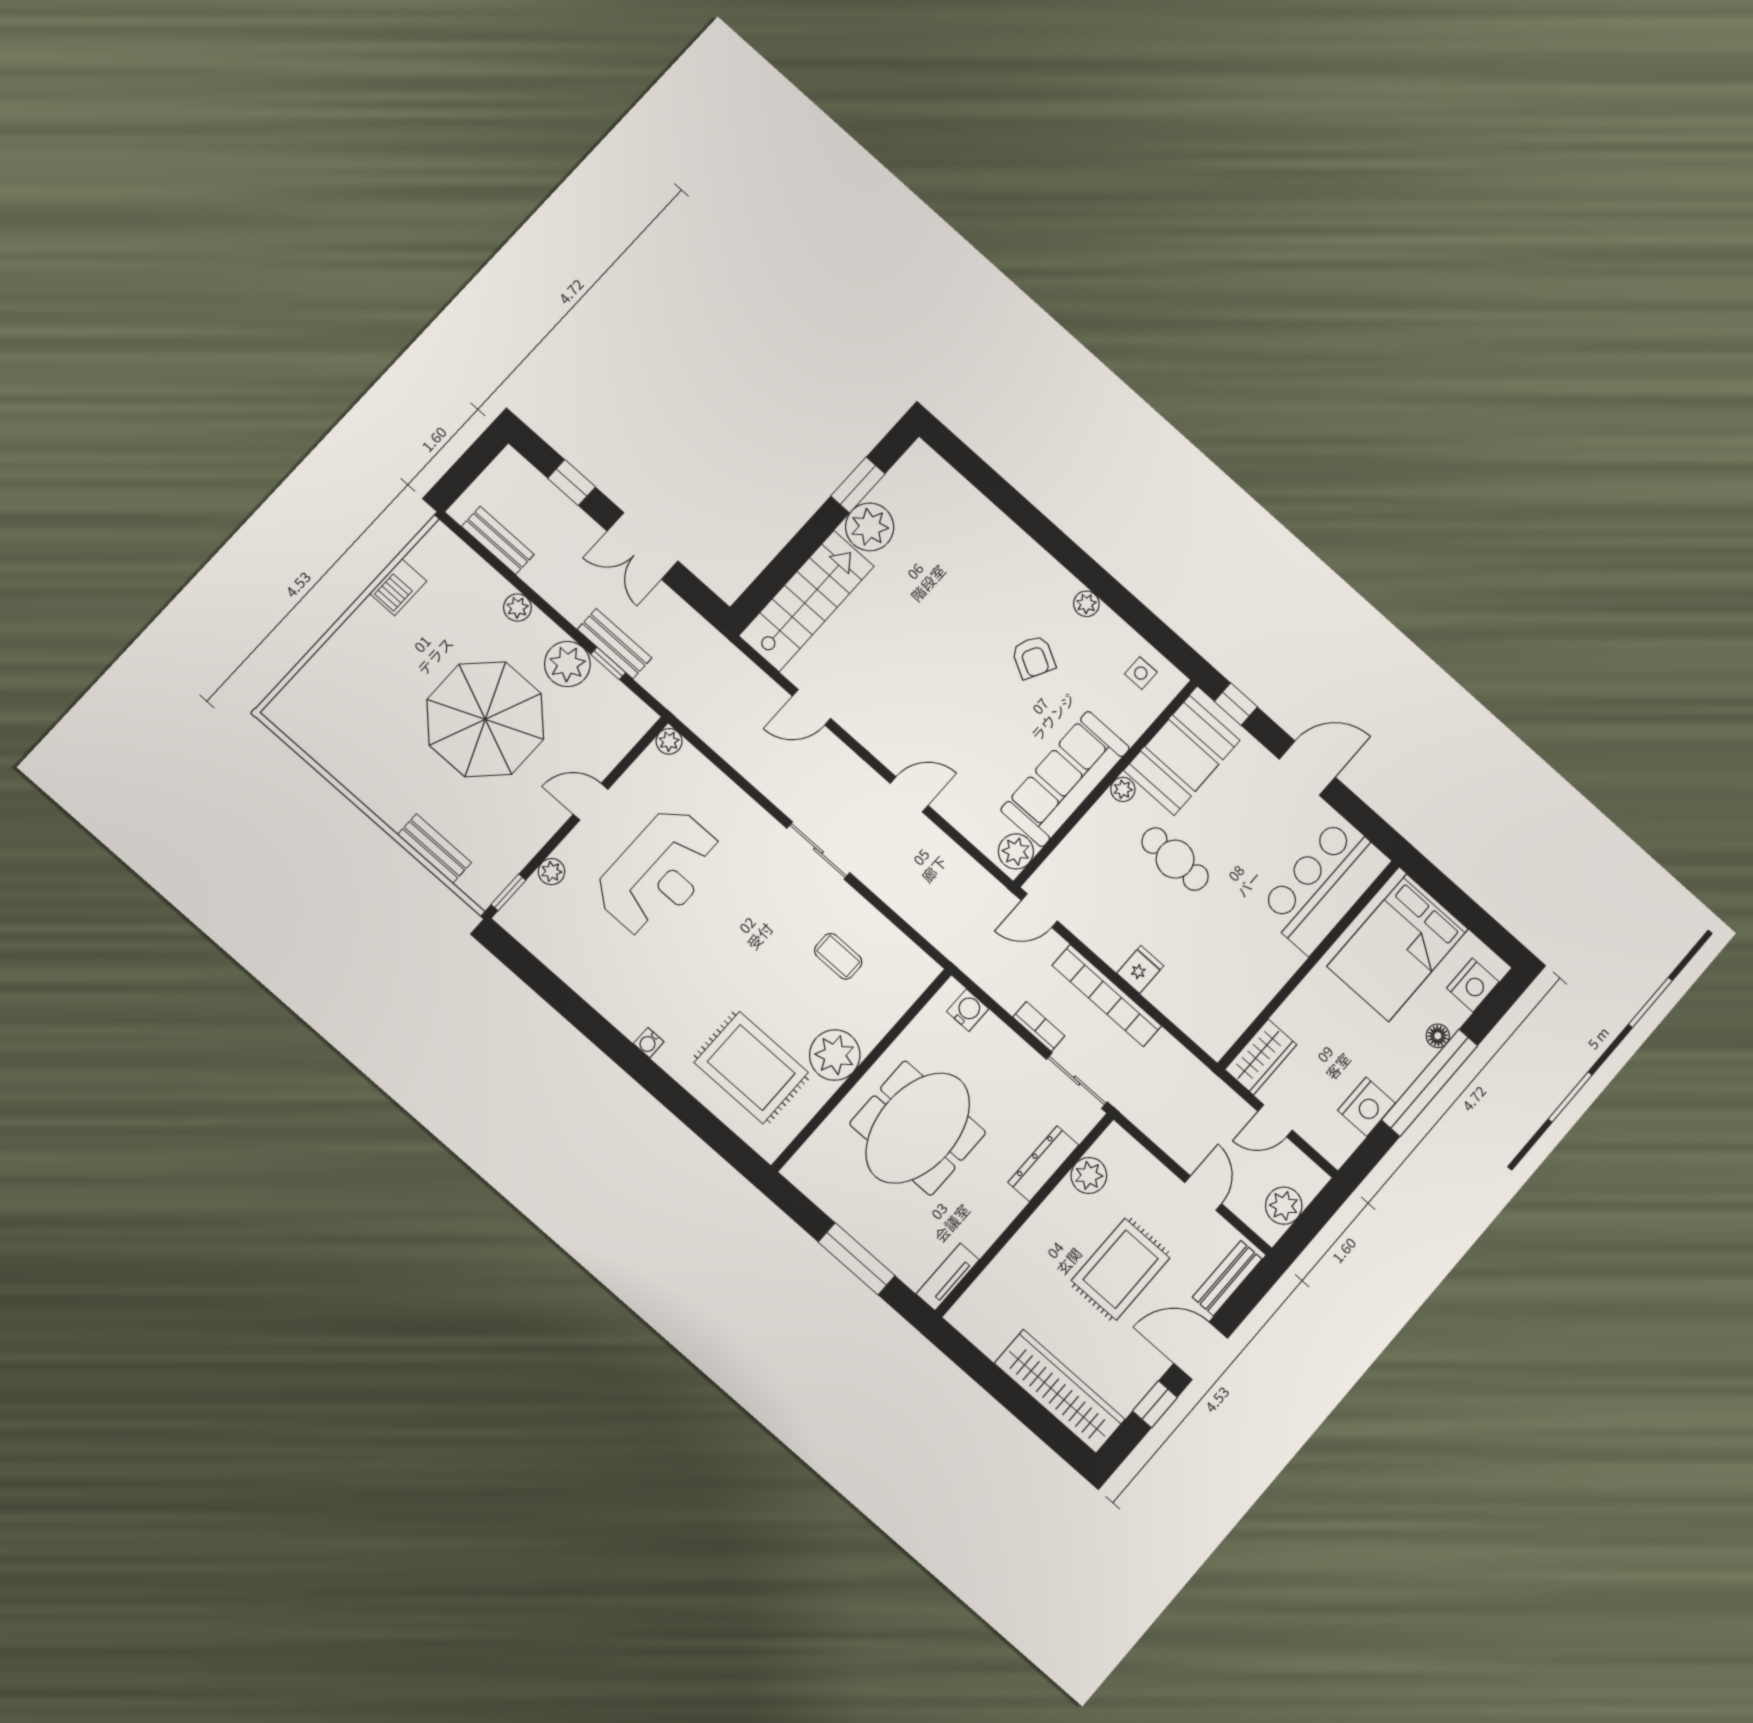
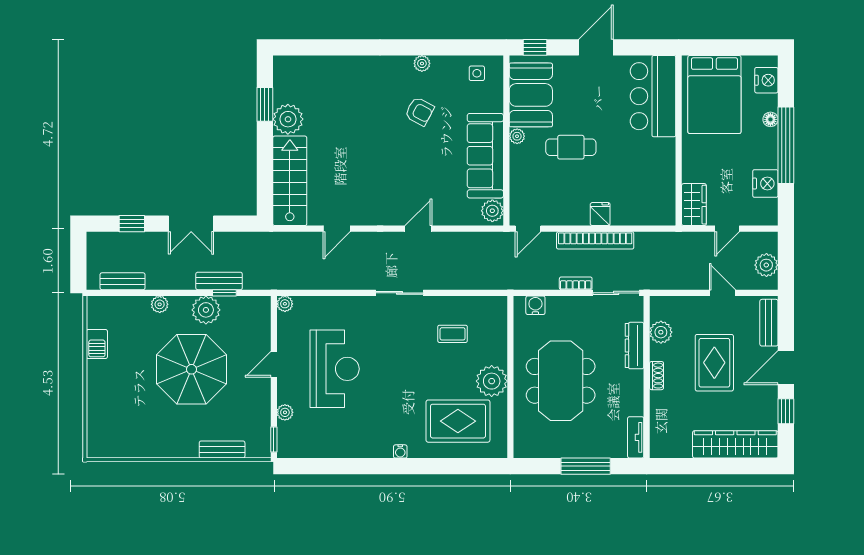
shoe rack: (1038, 1224) -> (657, 376), added

